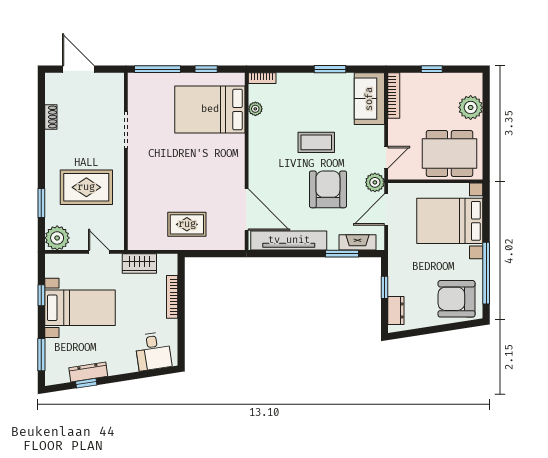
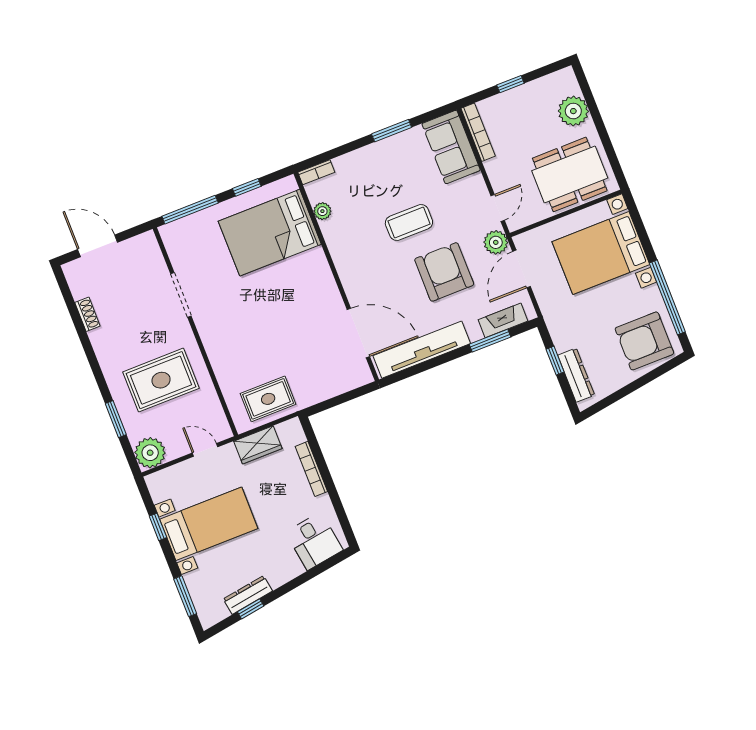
rug: (187, 224) -> (268, 399), moved
dresser: (396, 310) -> (576, 375), width x1.44

